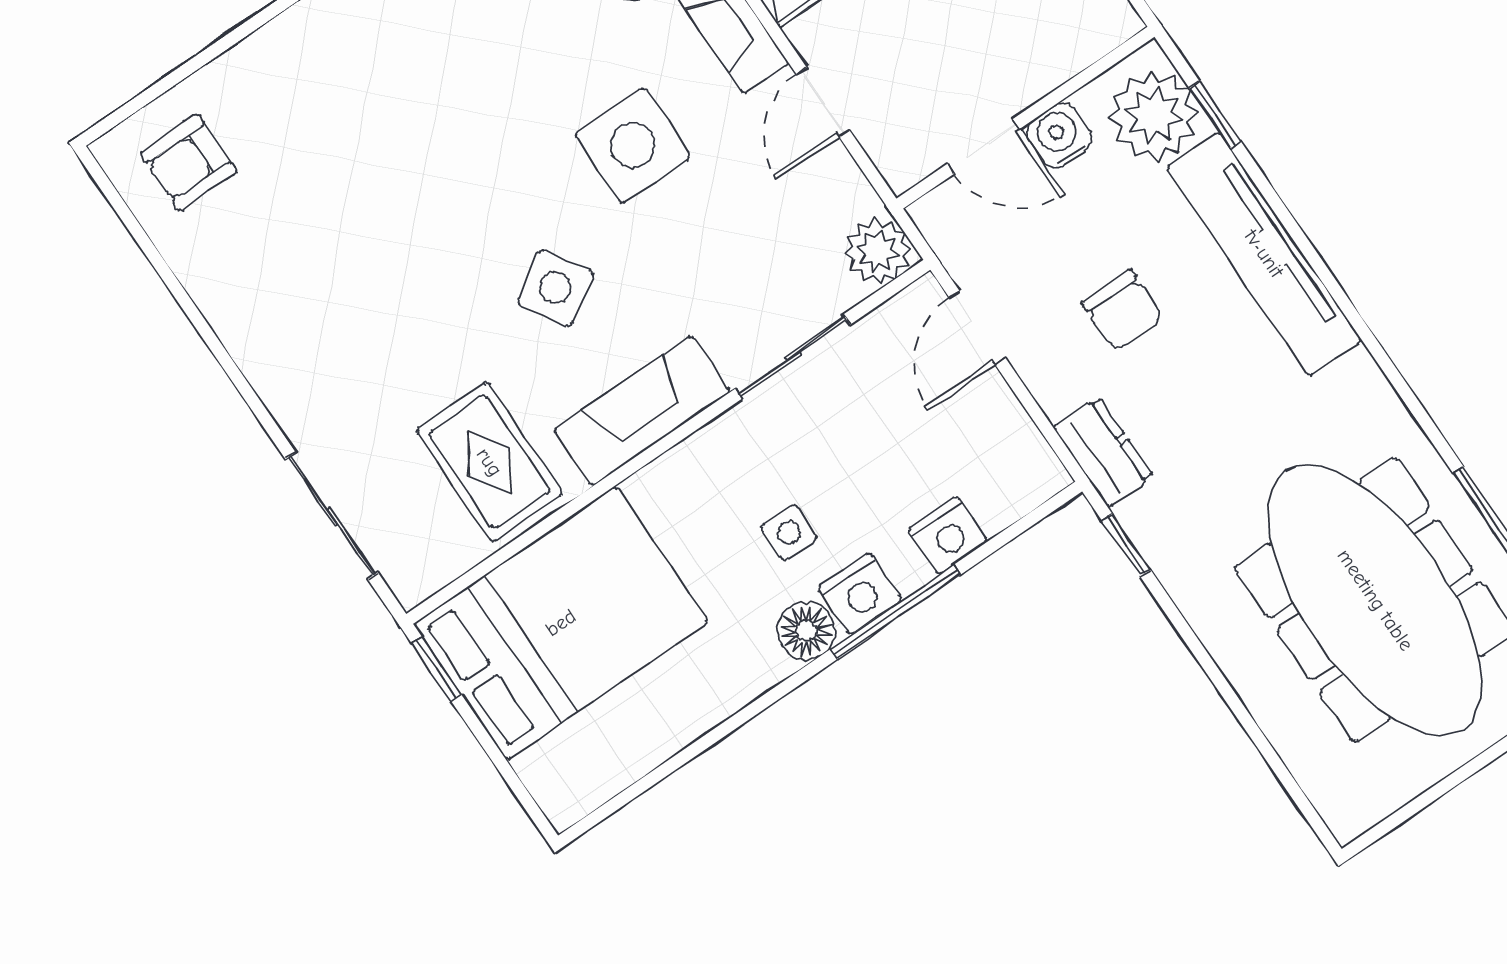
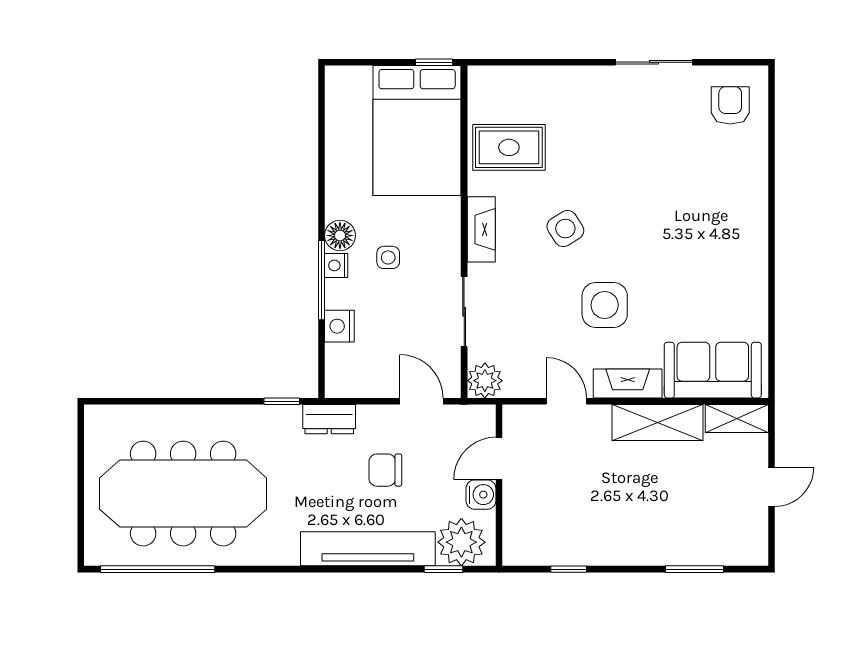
fireplace: (642, 411) -> (481, 229), width x0.73, depth x0.76
sliding door: (332, 516) -> (654, 62), moved
nightstand: (860, 594) -> (336, 265), width x0.72, depth x0.74

